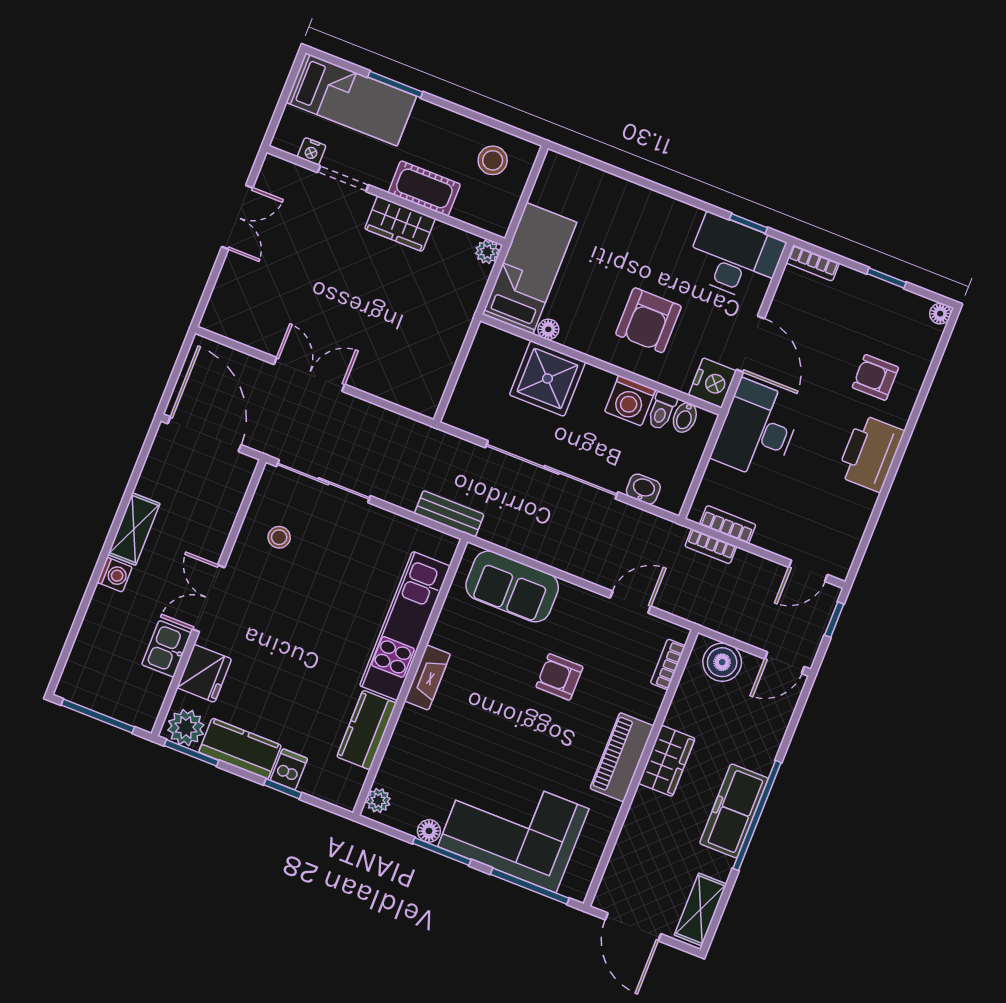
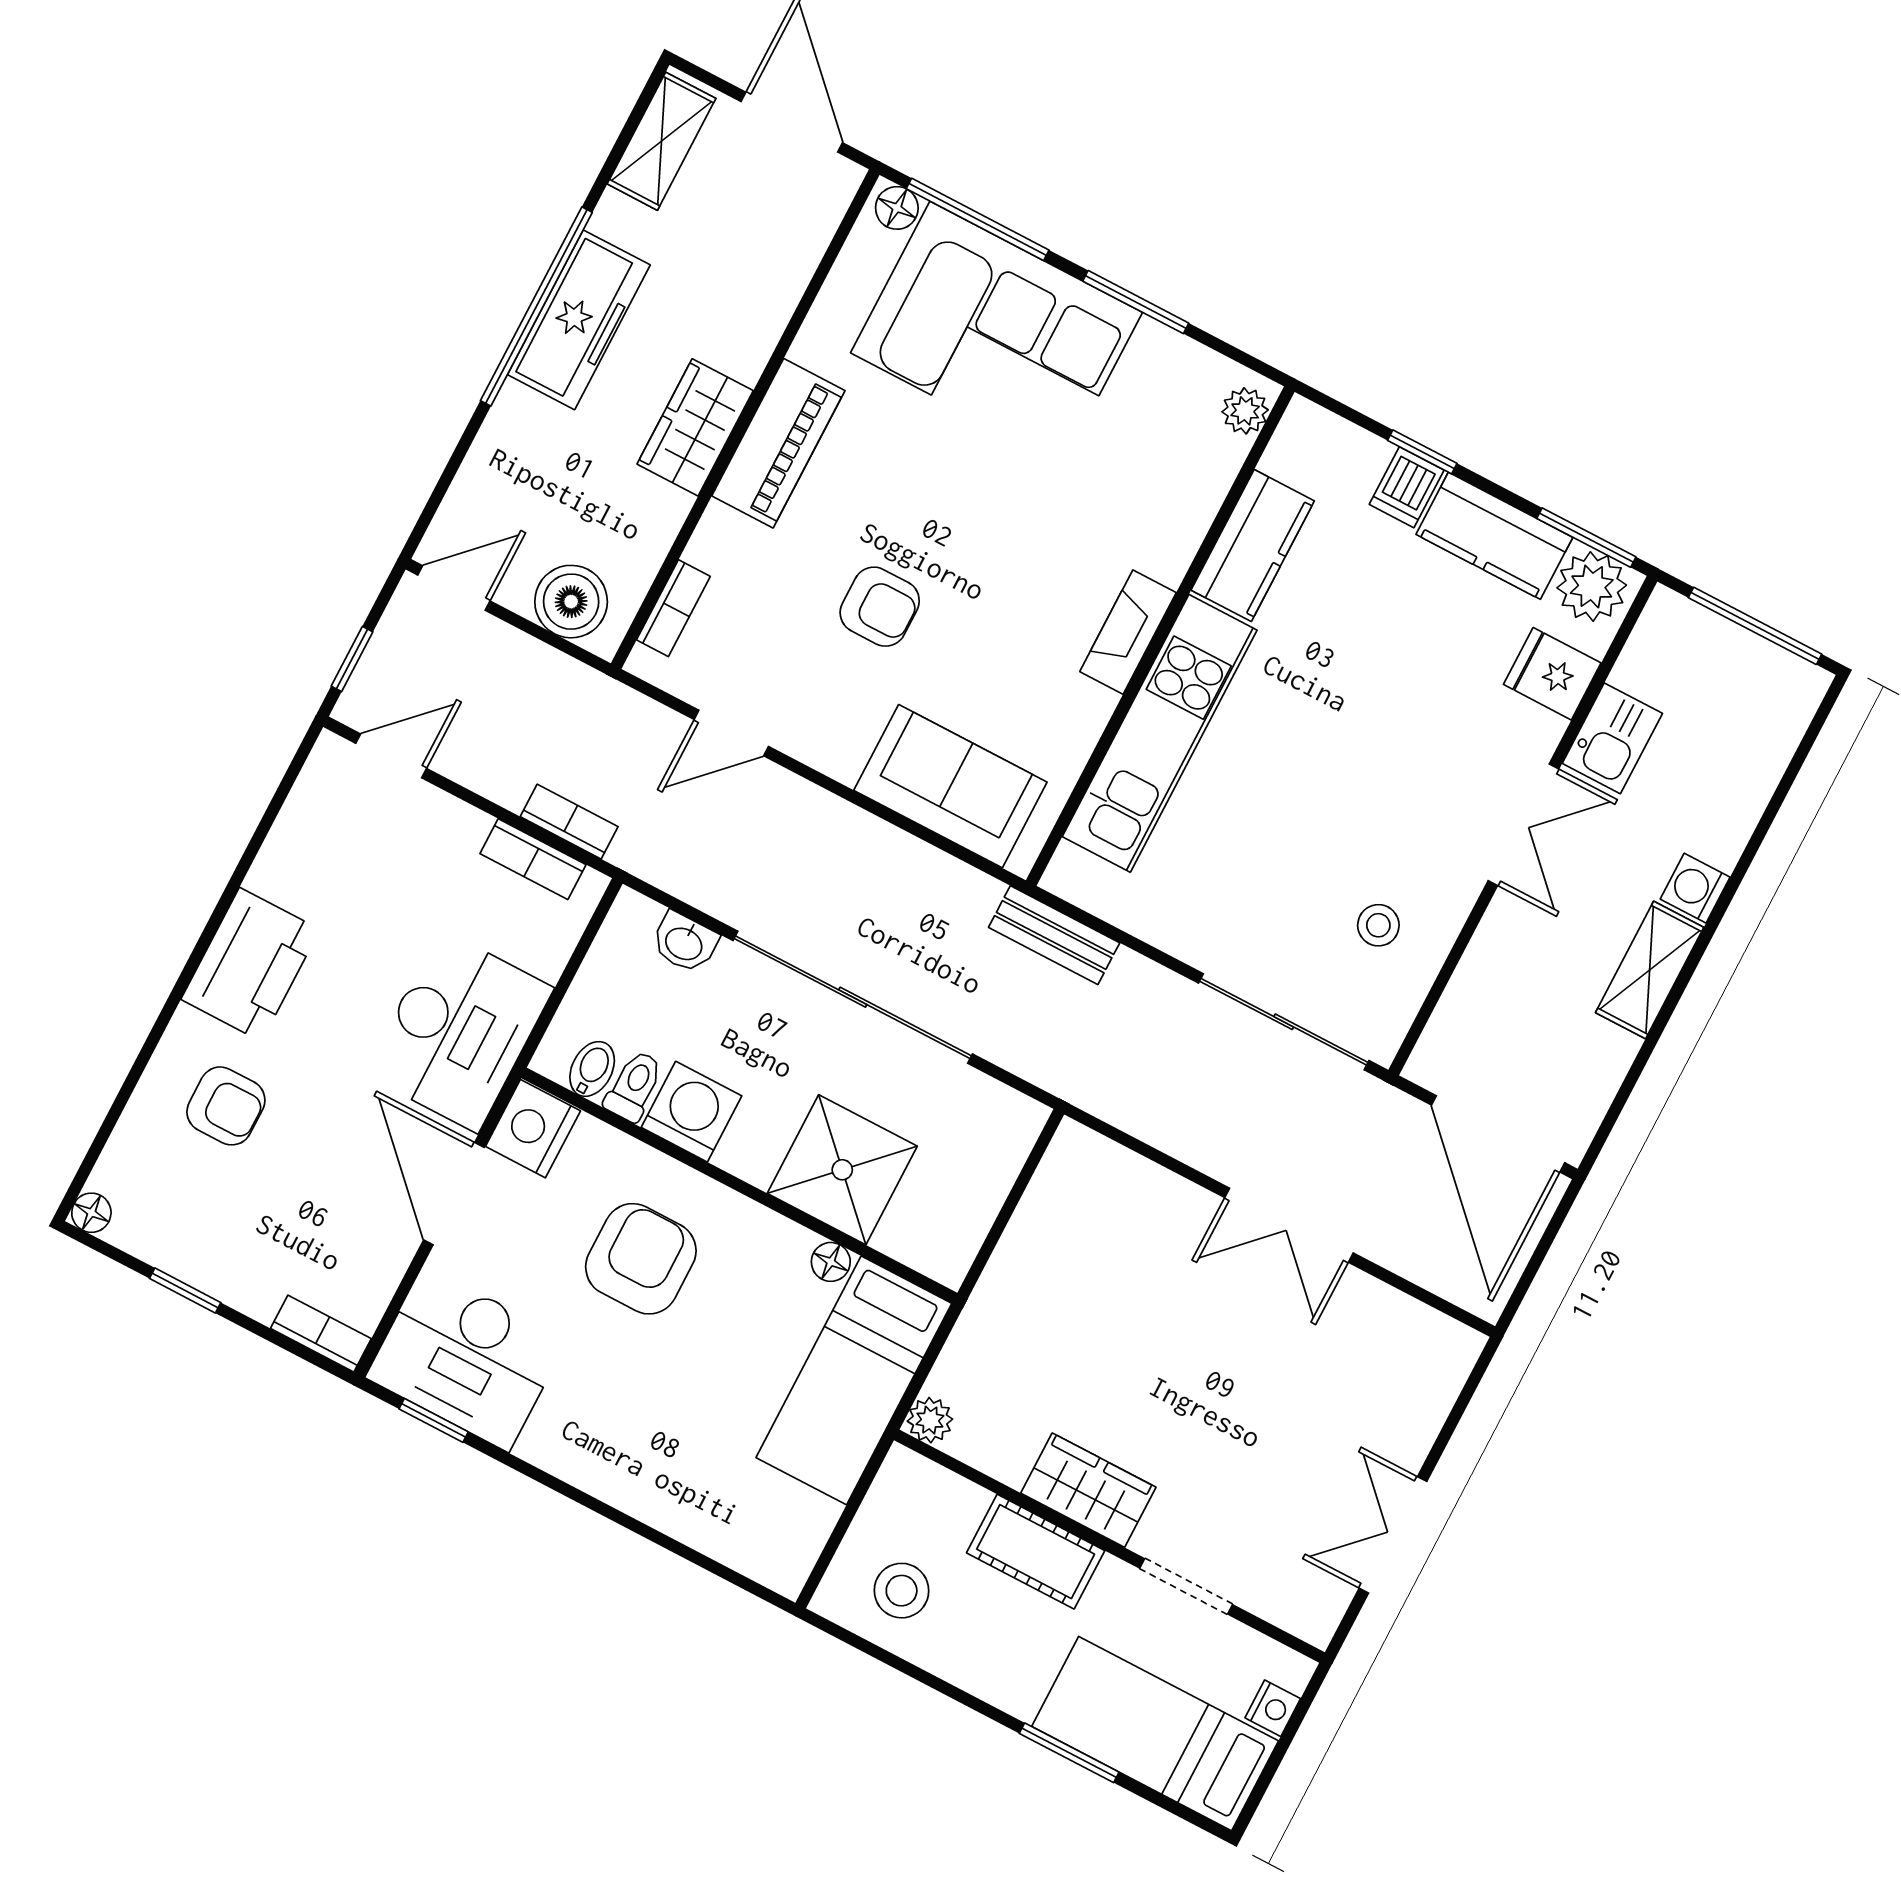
nightstand: (312, 151) -> (1273, 1708), moved, turned 90
fridge: (204, 673) -> (1552, 674), width x0.72
floor lamp: (429, 831) -> (897, 208), moved

